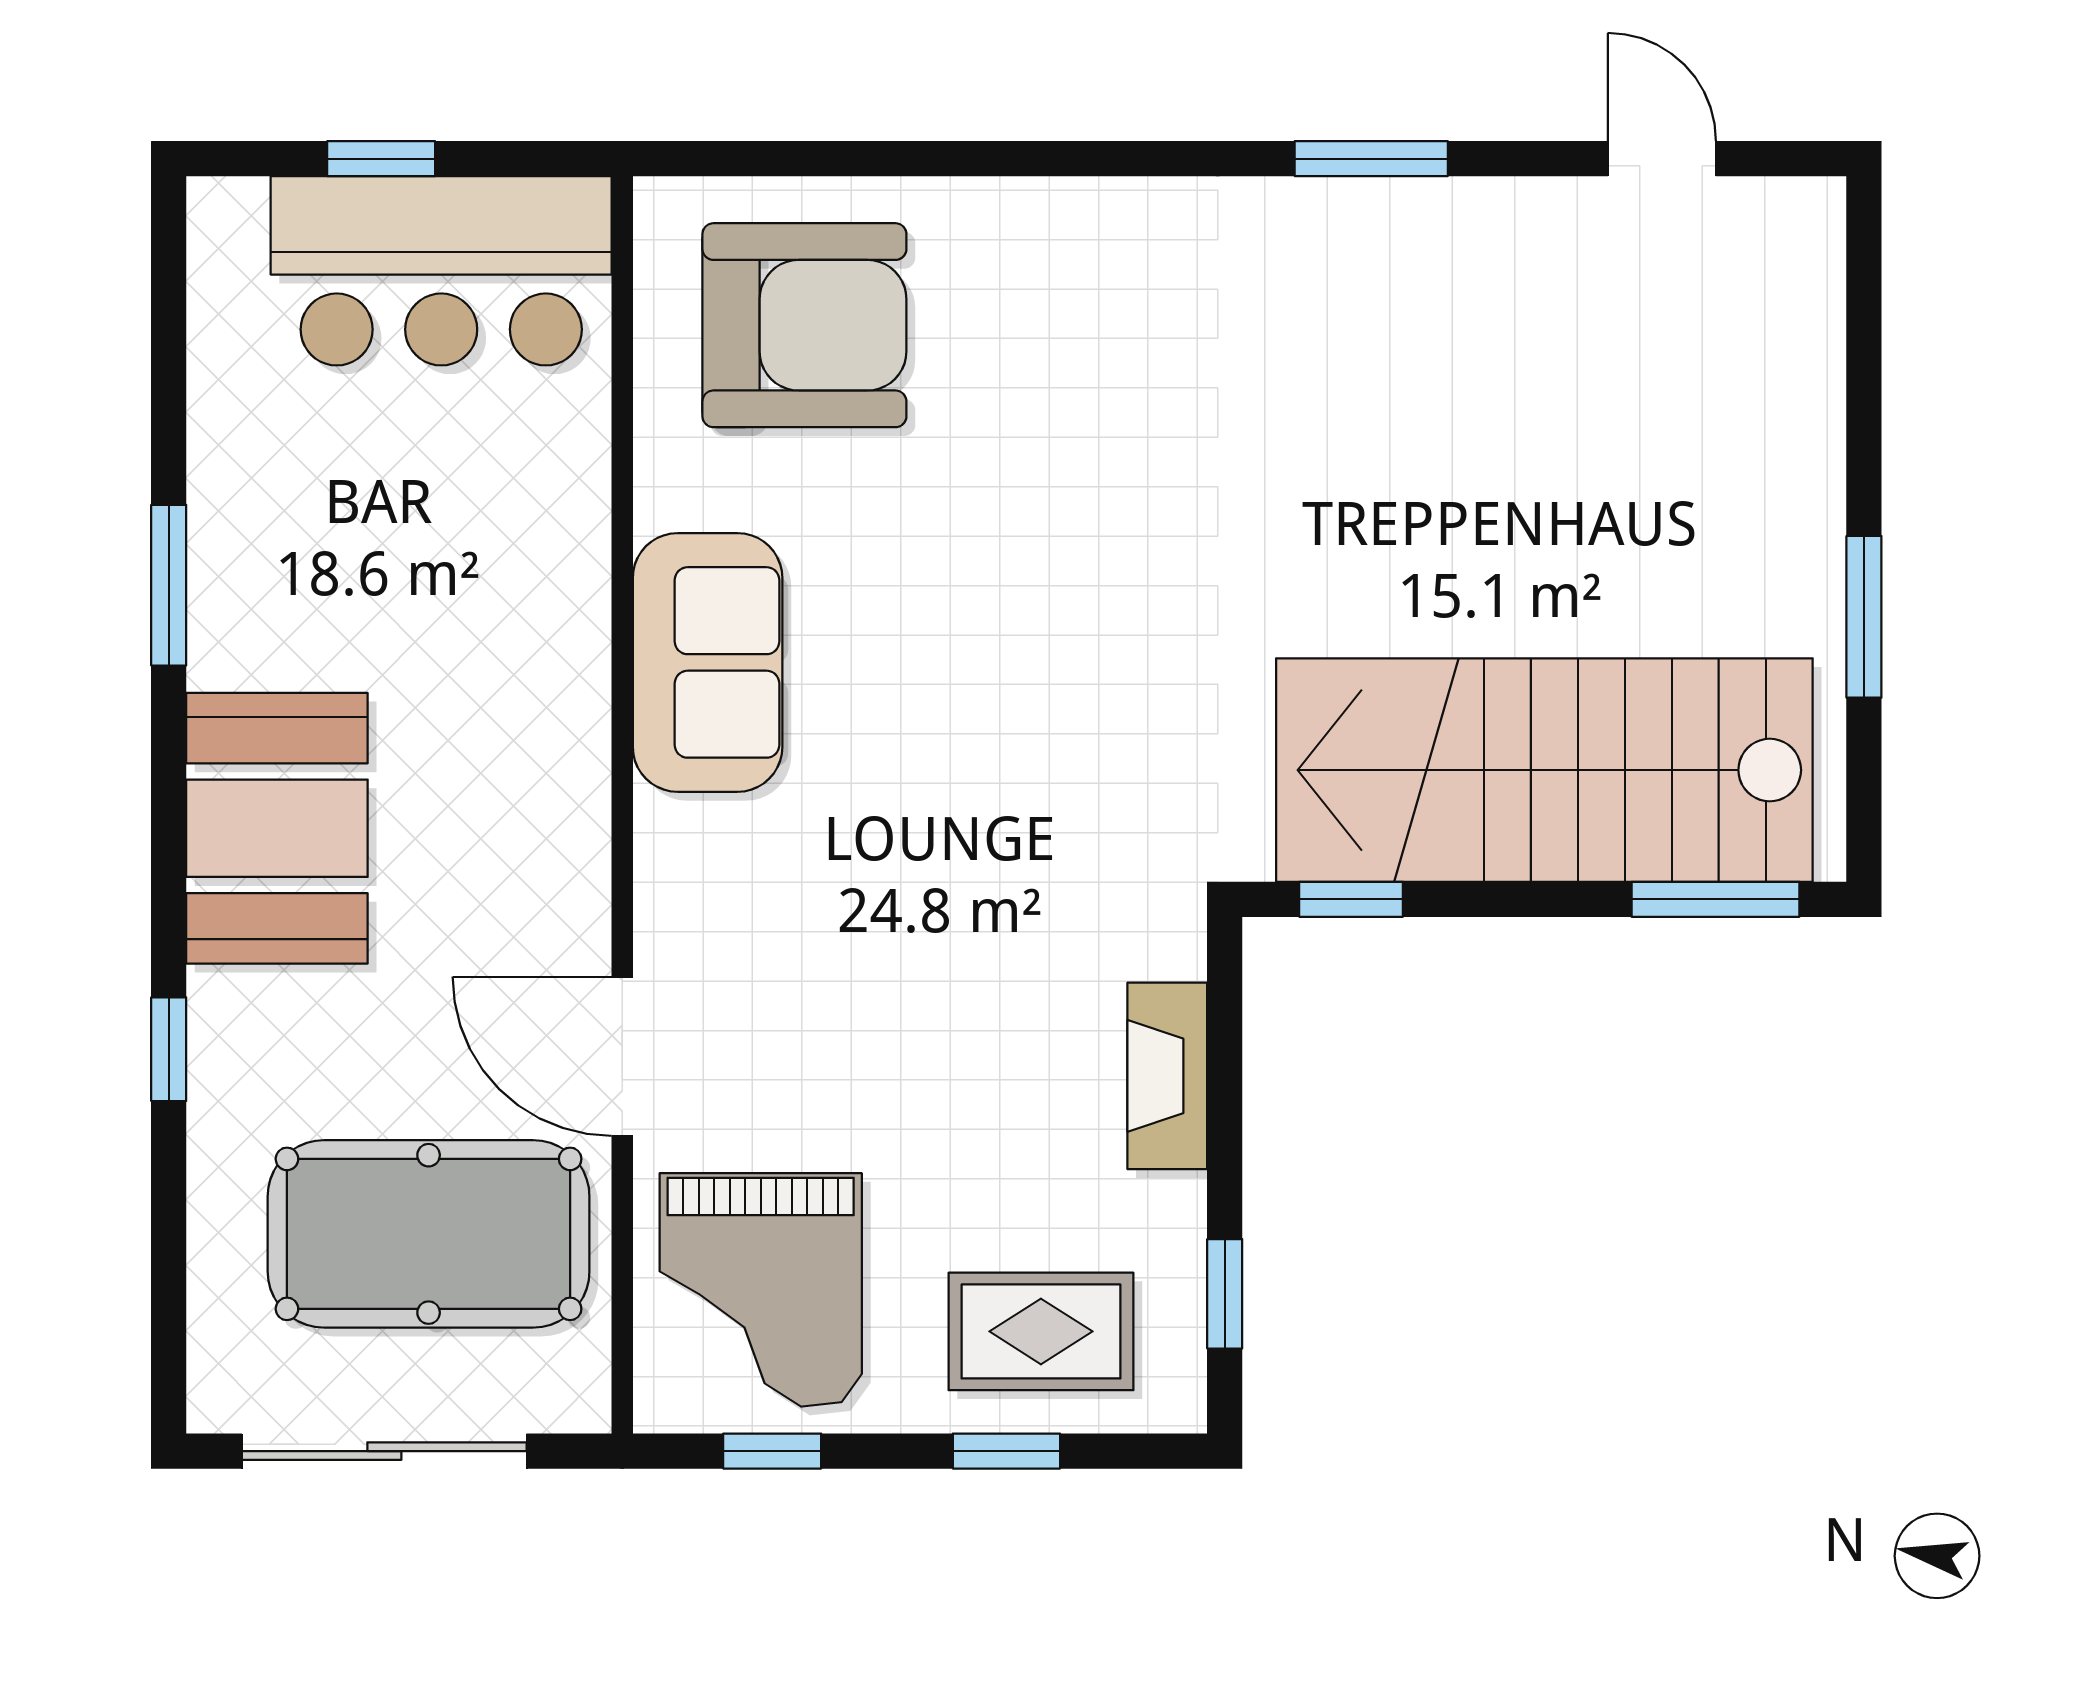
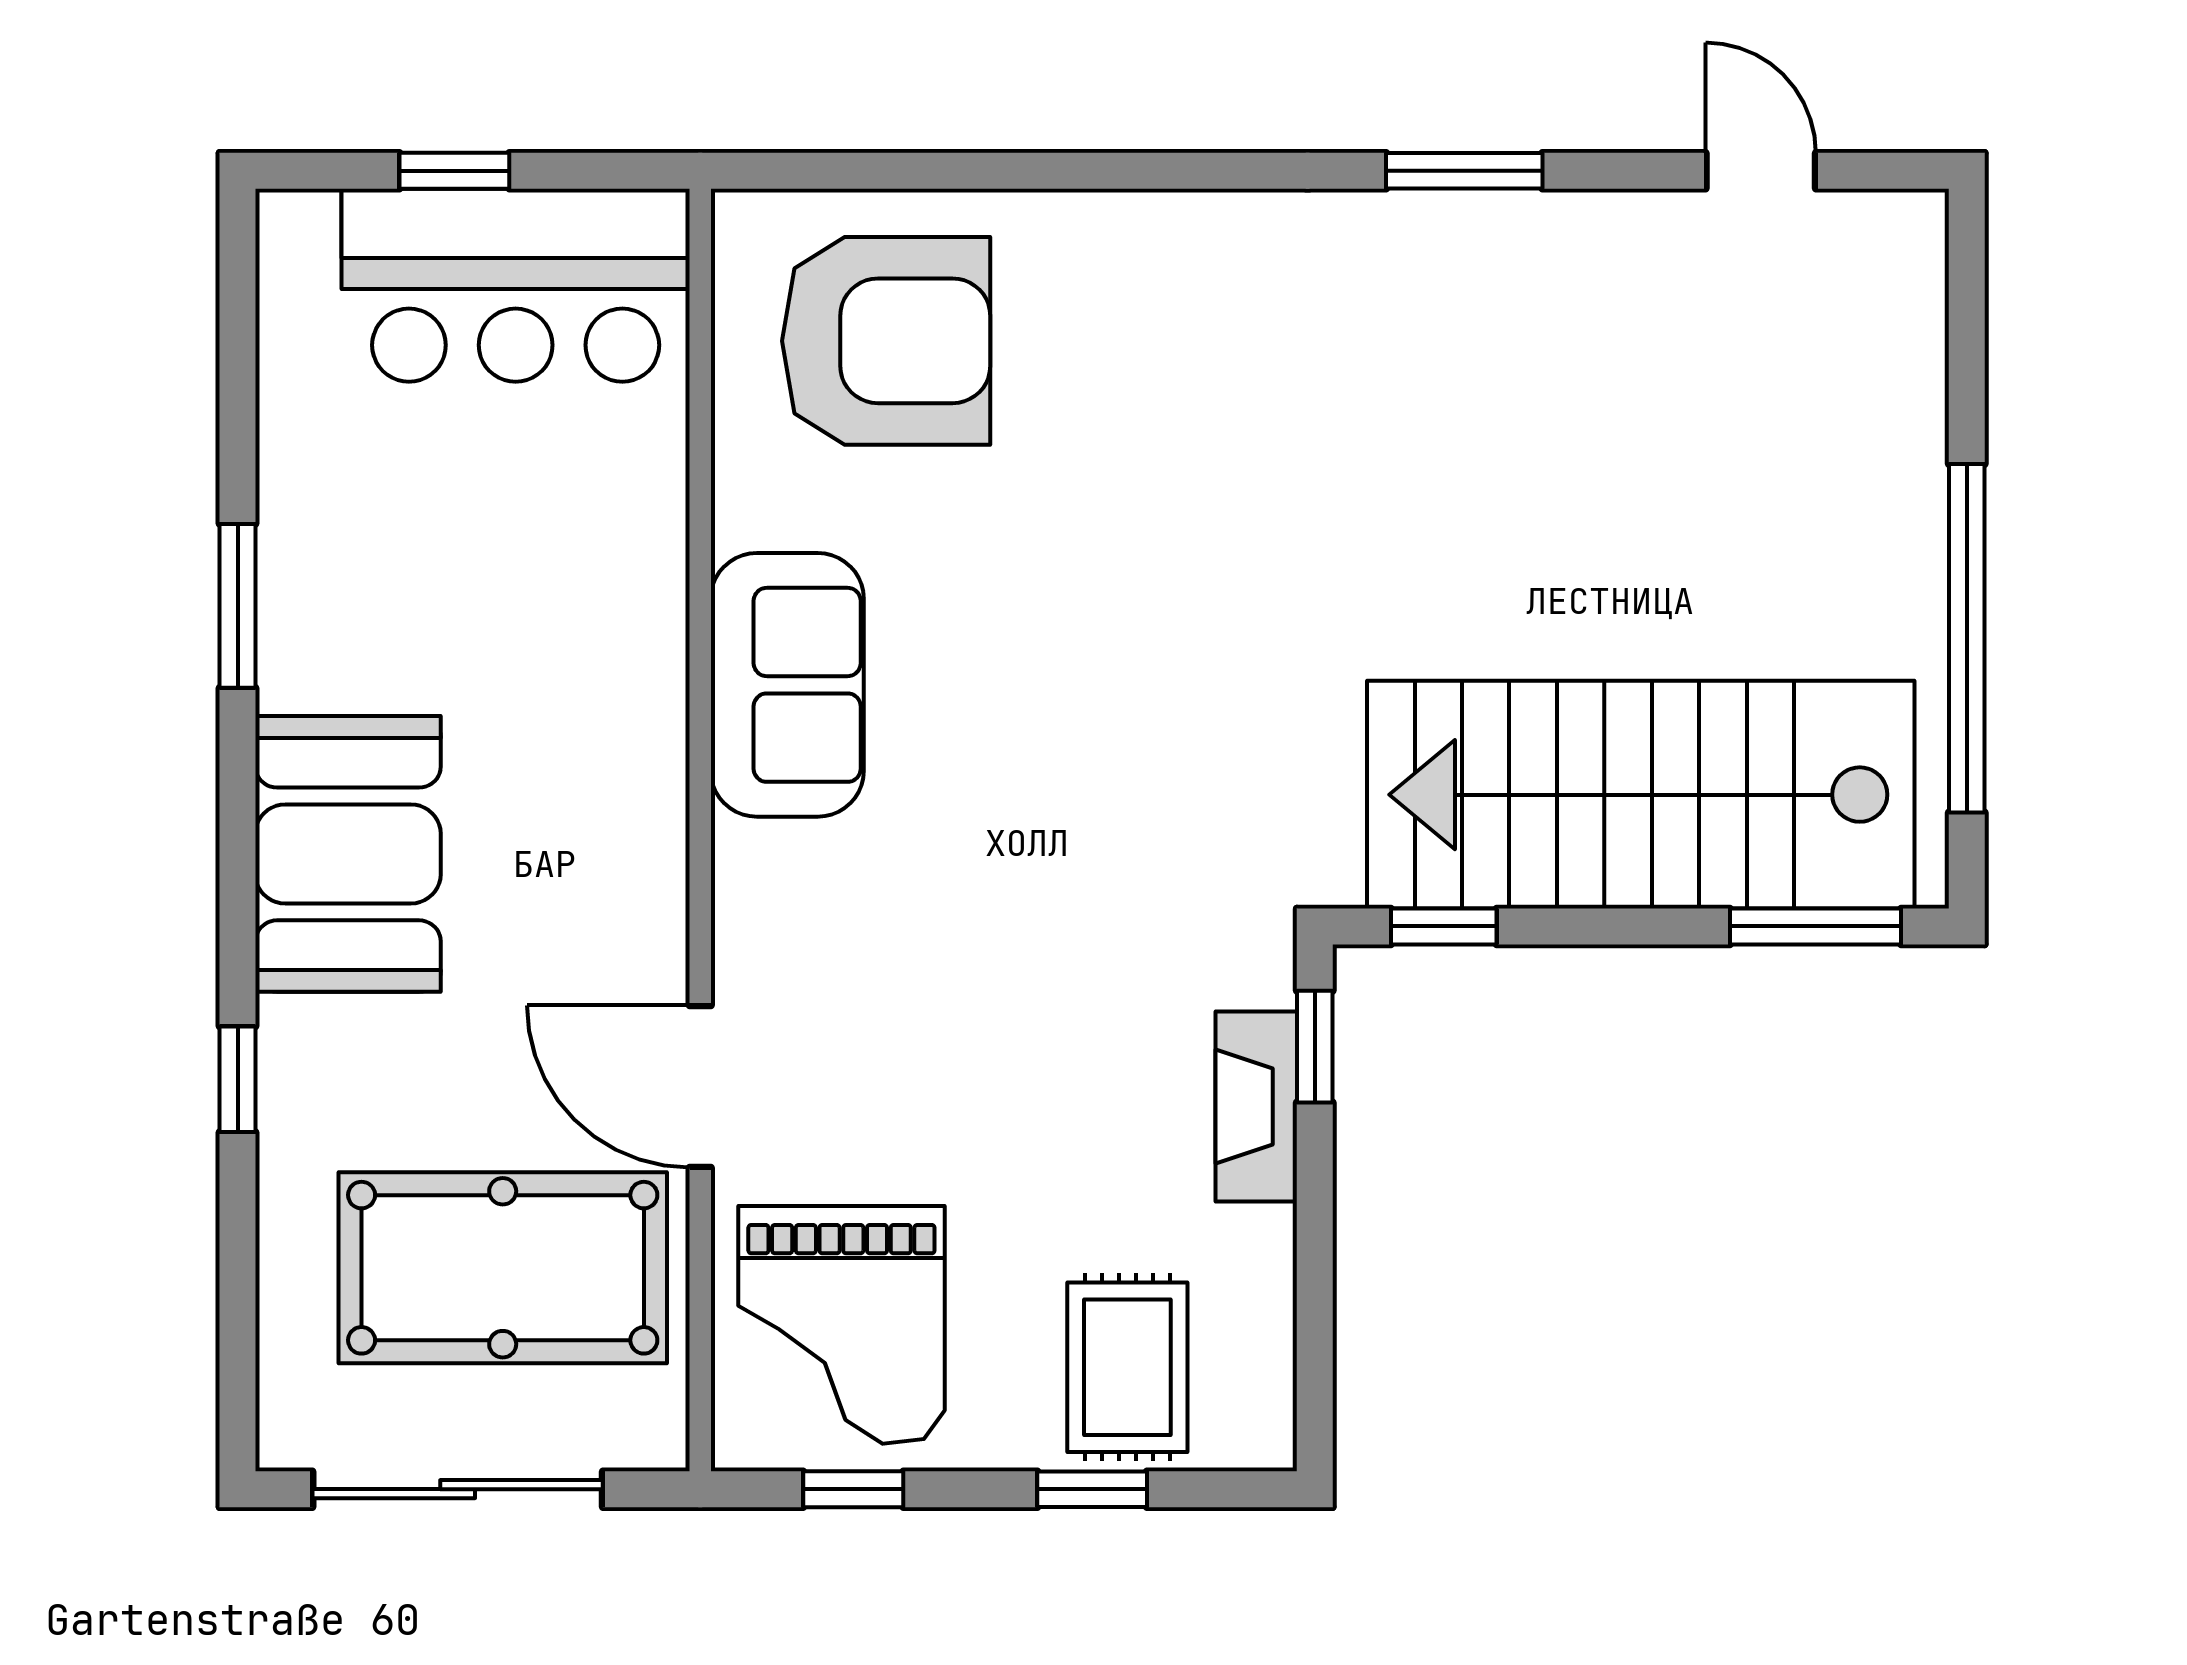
window: (1864, 617) -> (1967, 638), width x2.11
window: (1225, 1294) -> (1315, 1047), moved
rug: (1041, 1331) -> (1127, 1367), turned 90

